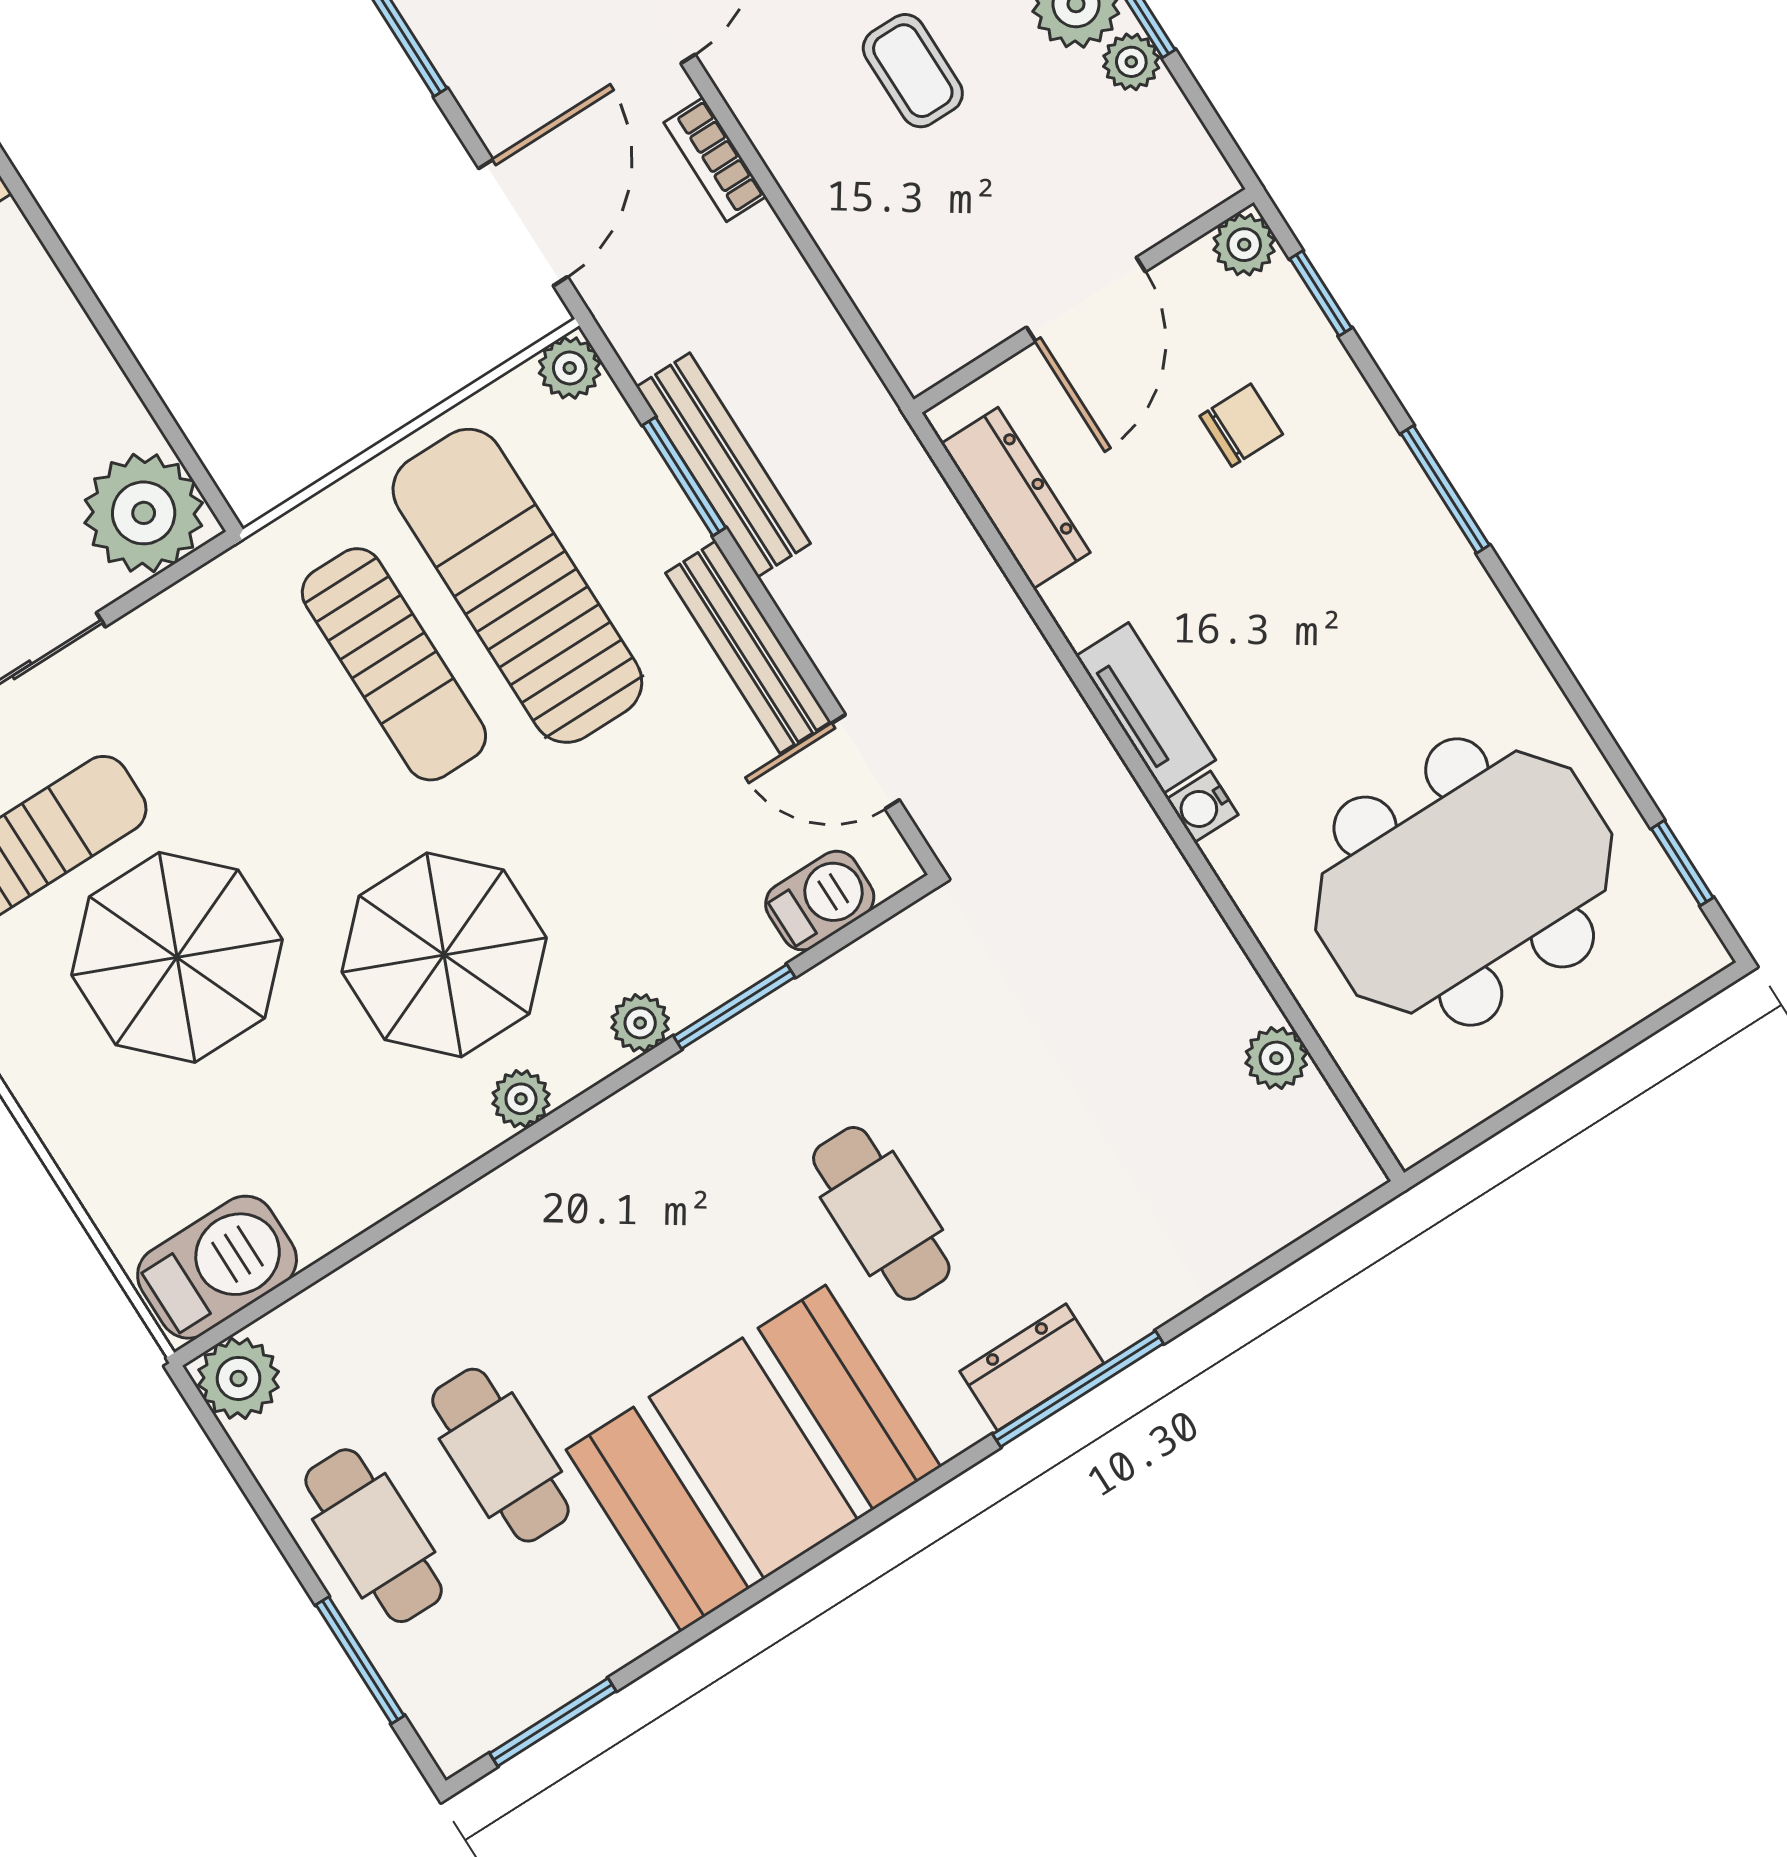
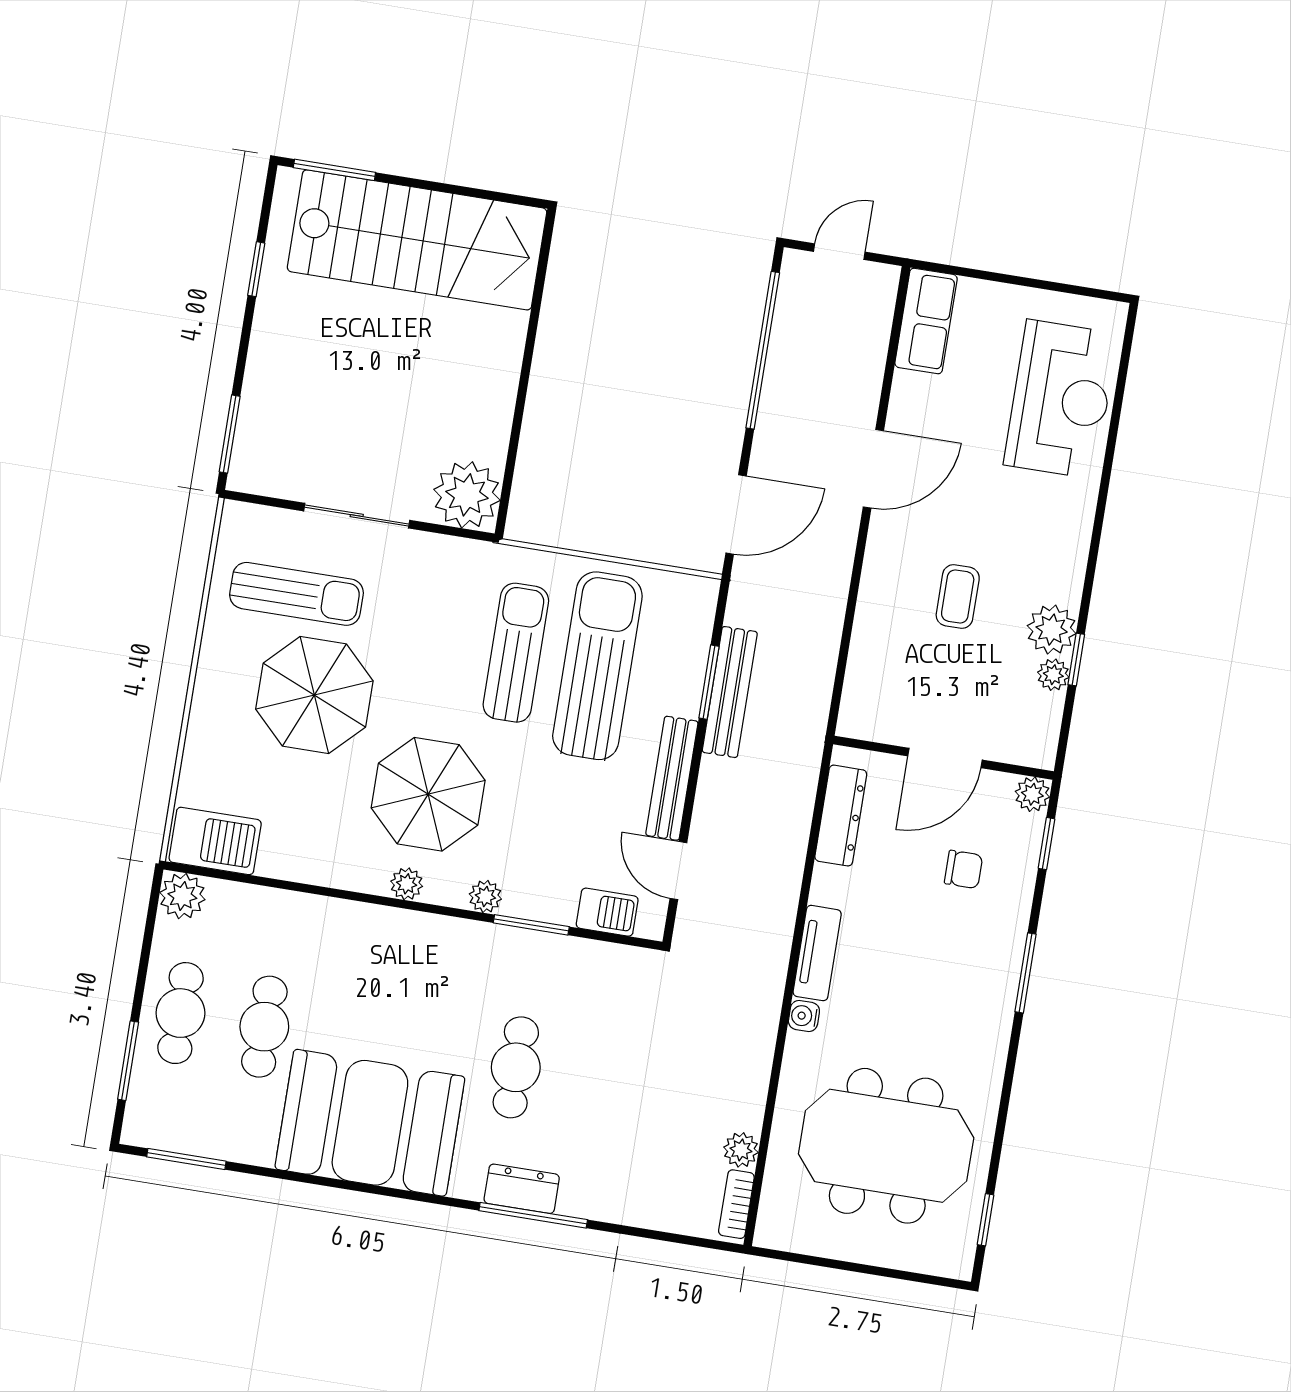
bookcase: (715, 160) -> (736, 1204), moved
plant: (570, 368) -> (701, 593), removed
sun lounger: (394, 664) -> (516, 653), turned 180

